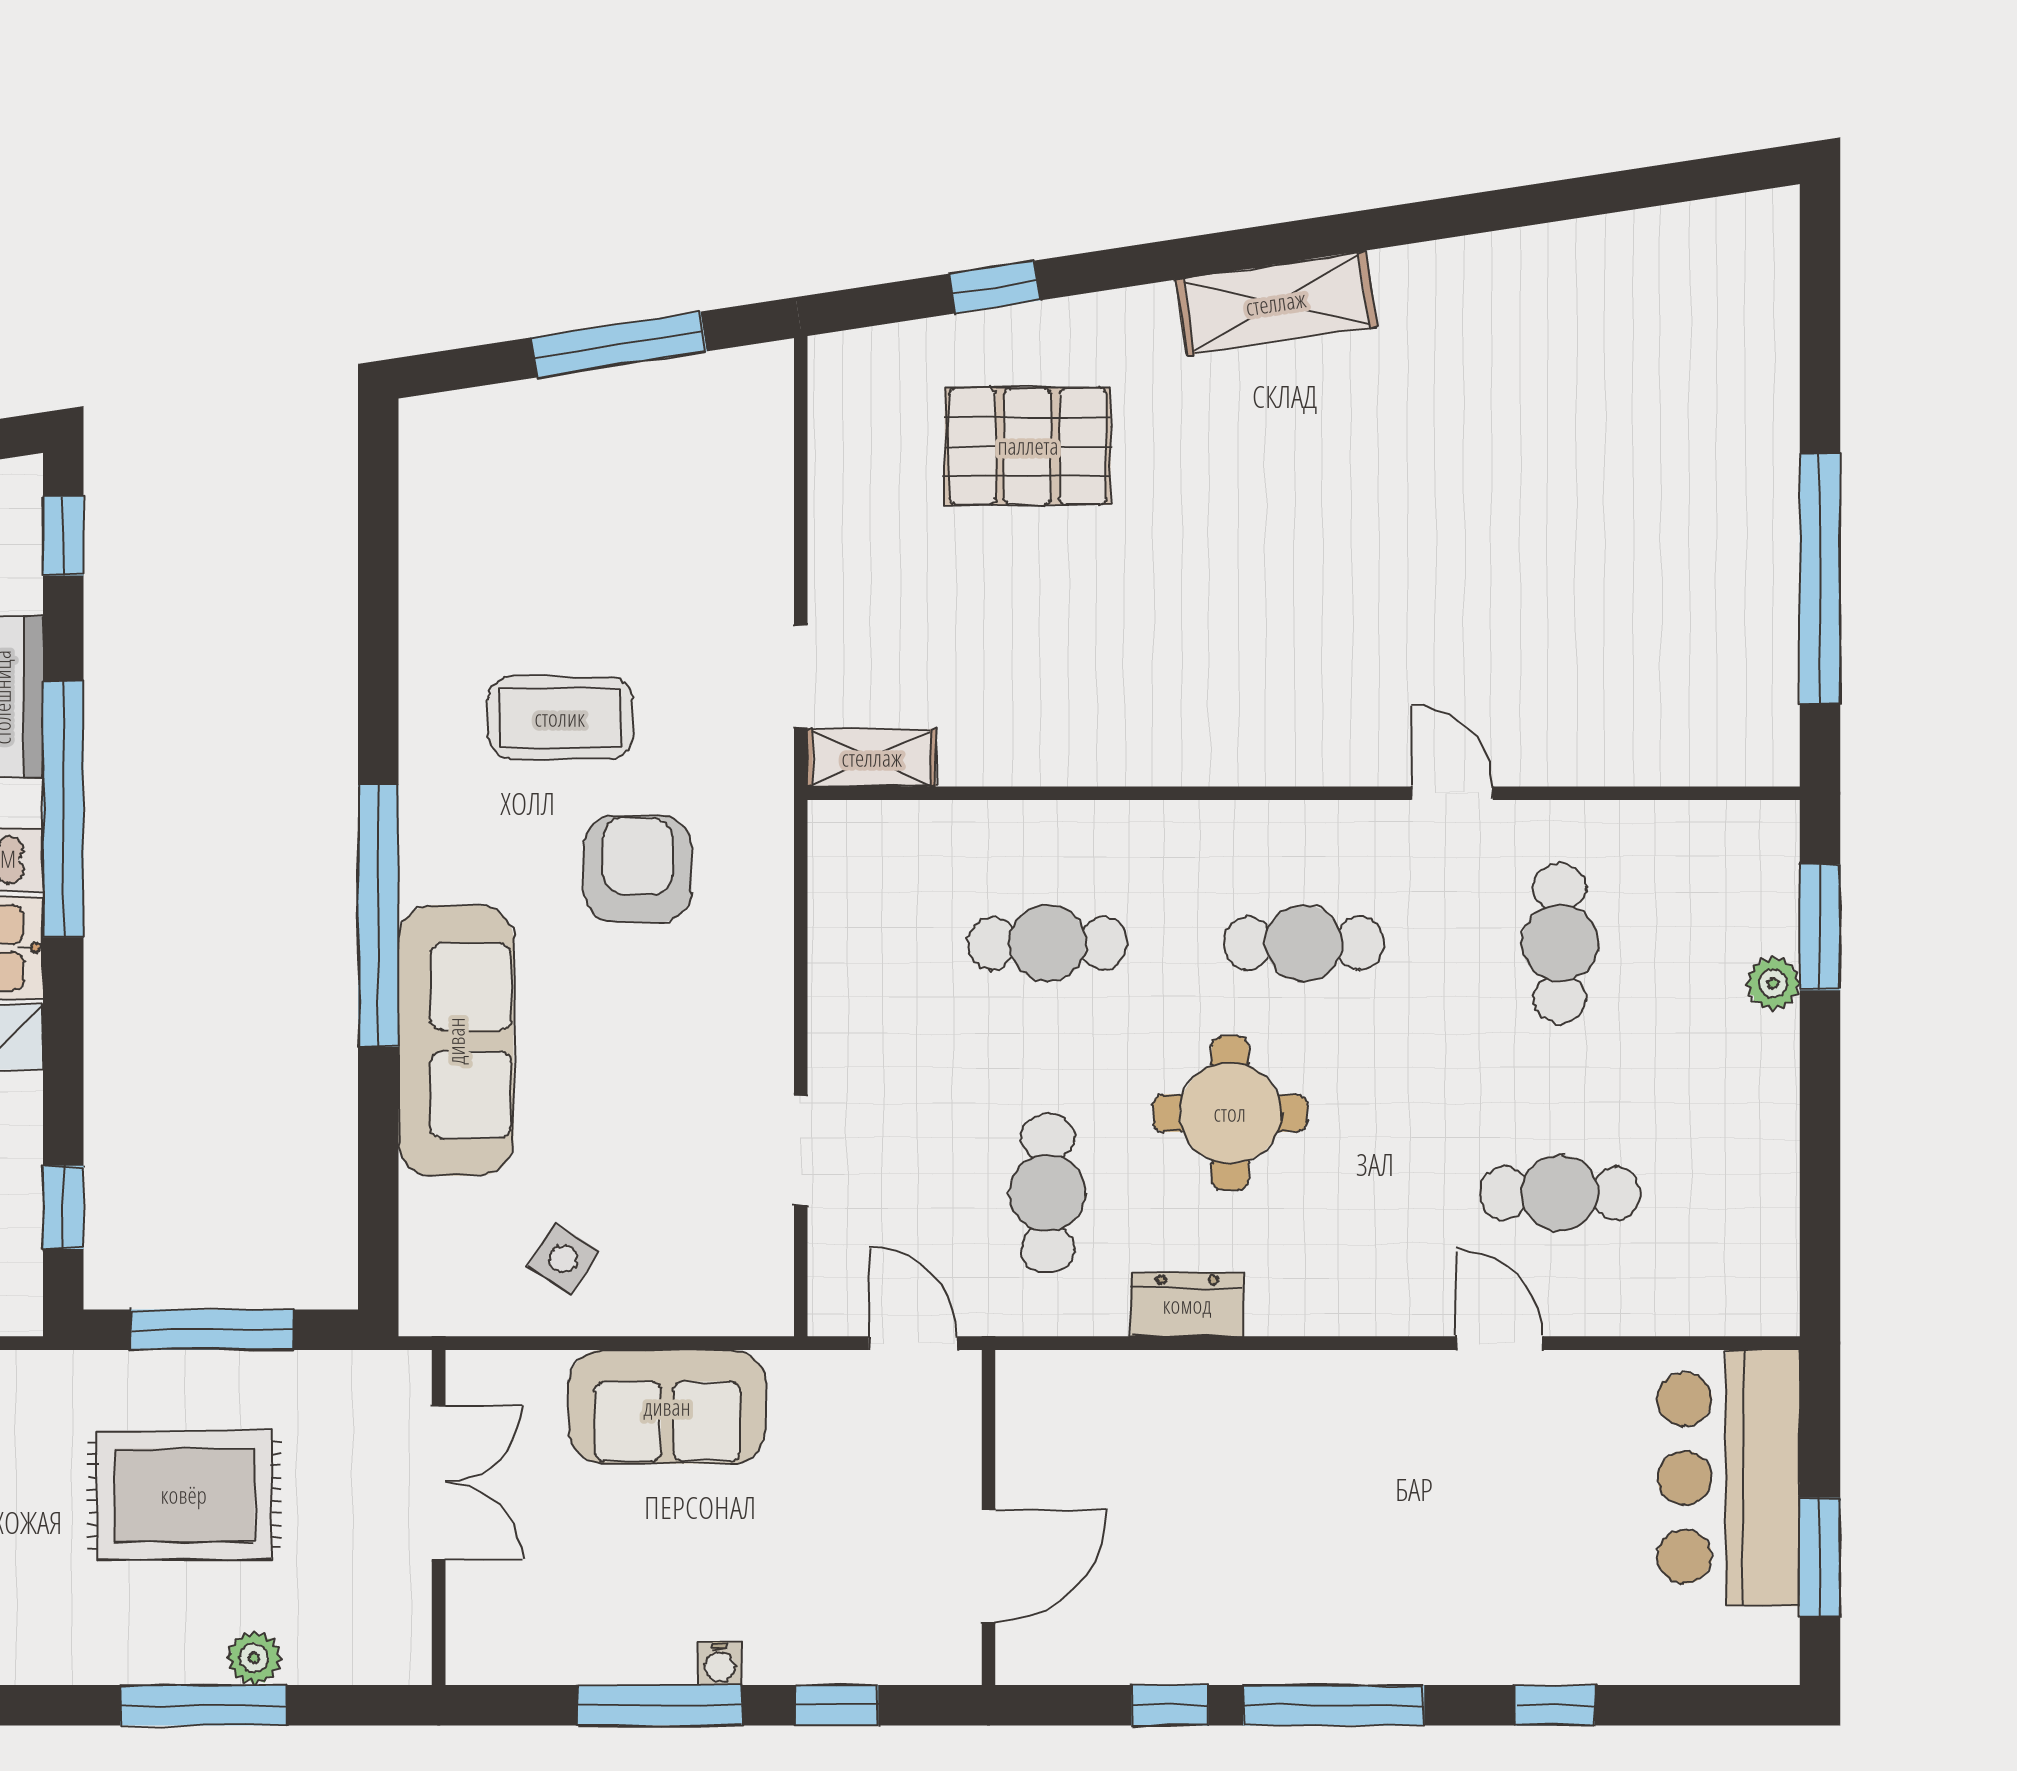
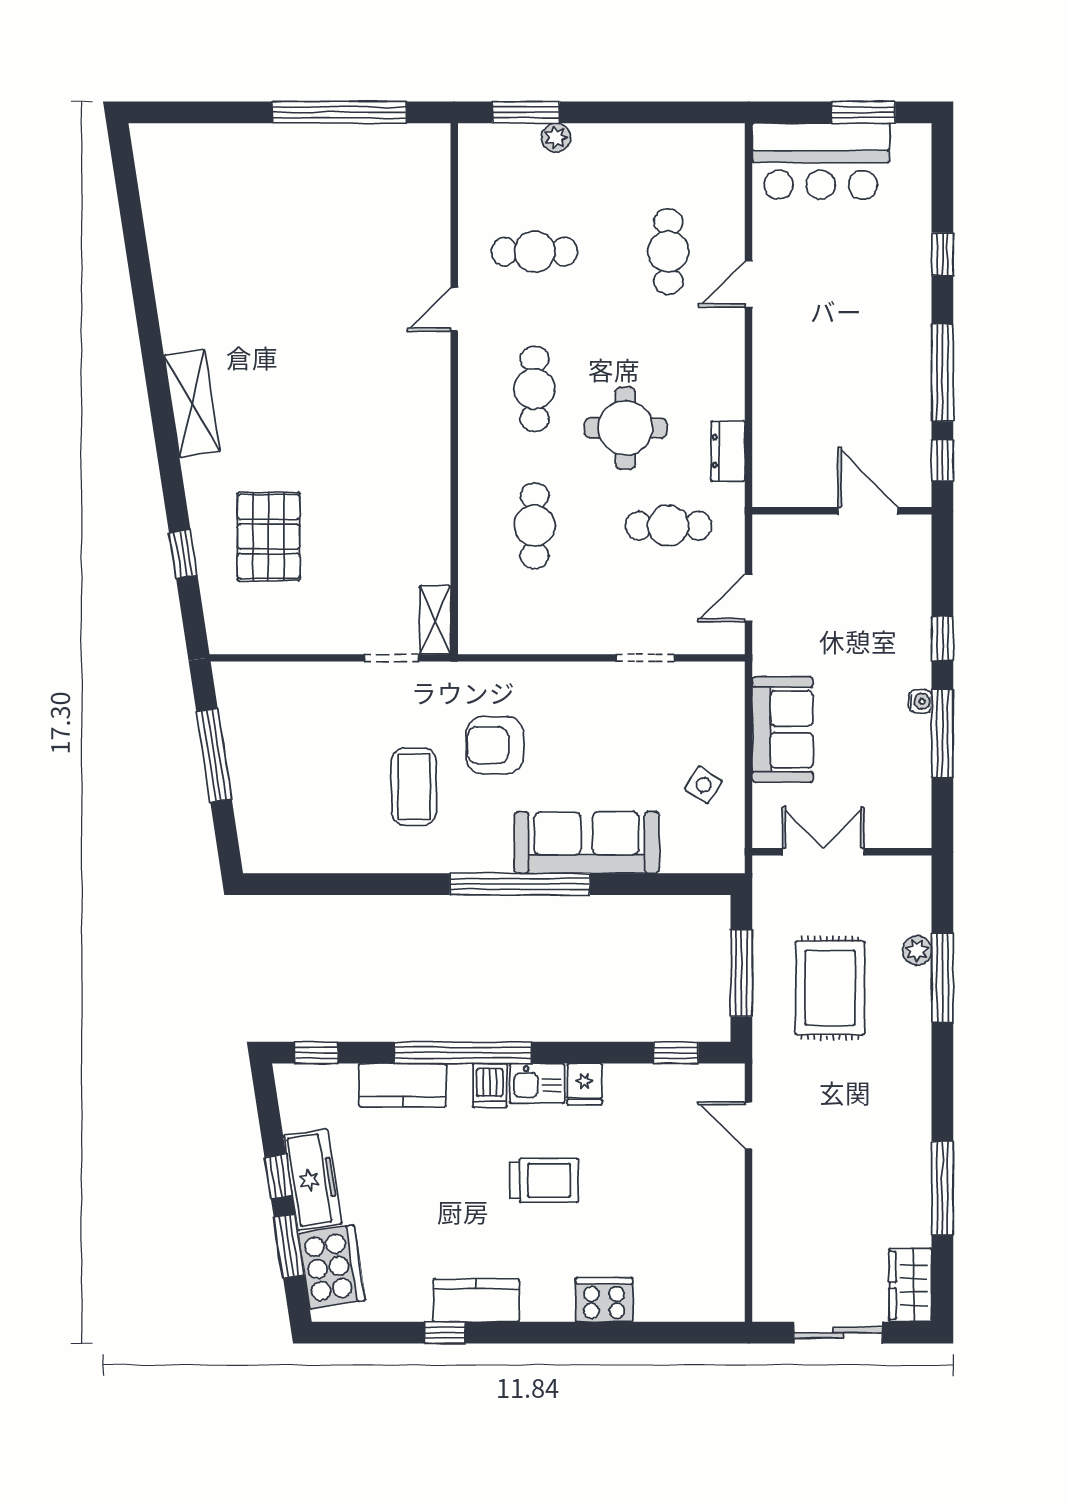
wall: (989, 1517) -> (842, 511), moved
door: (989, 1566) -> (868, 511), moved

